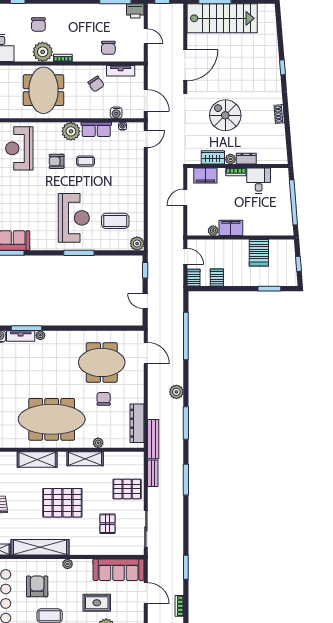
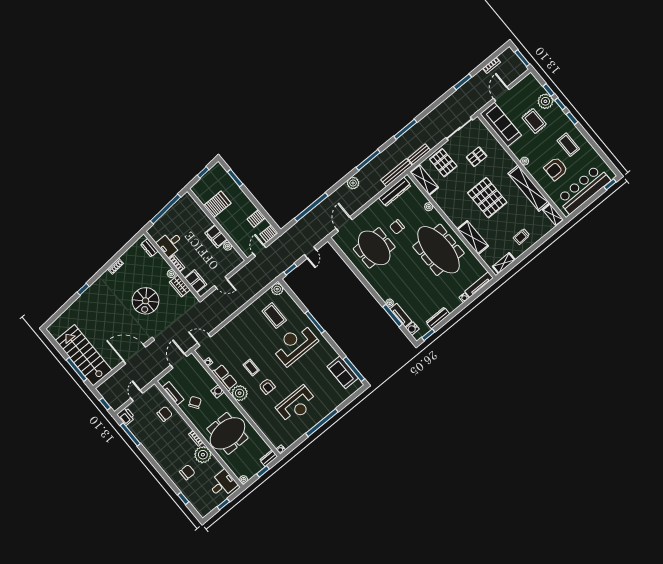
water cooler: (116, 113) -> (218, 391), moved
reception desk: (19, 148) -> (297, 405), moved
dresser: (246, 159) -> (149, 248), moved
shelving: (85, 459) -> (424, 180), moved

